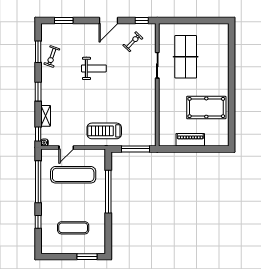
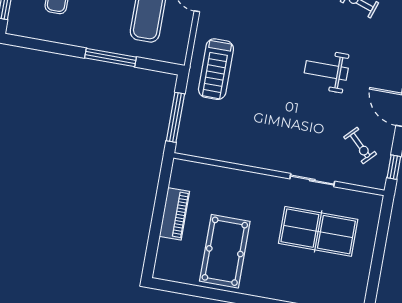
weight bench: (94, 68) -> (326, 70), turned 90
treadmill: (104, 131) -> (216, 69), turned 180
window: (108, 192) -> (110, 57), width x0.68

